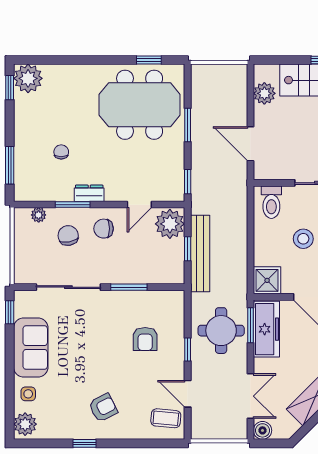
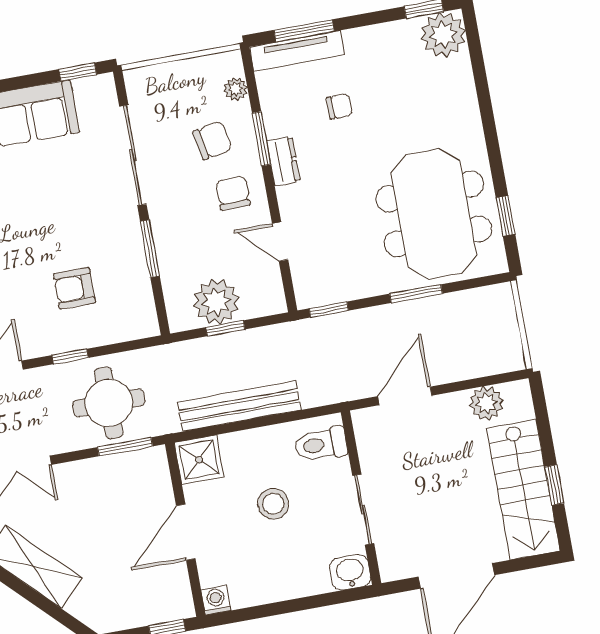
tv unit: (22, 172) -> (297, 51), added
plant: (170, 224) -> (216, 302), moved
bench: (200, 253) -> (239, 406), moved
freezer: (266, 329) -> (124, 472), removed

